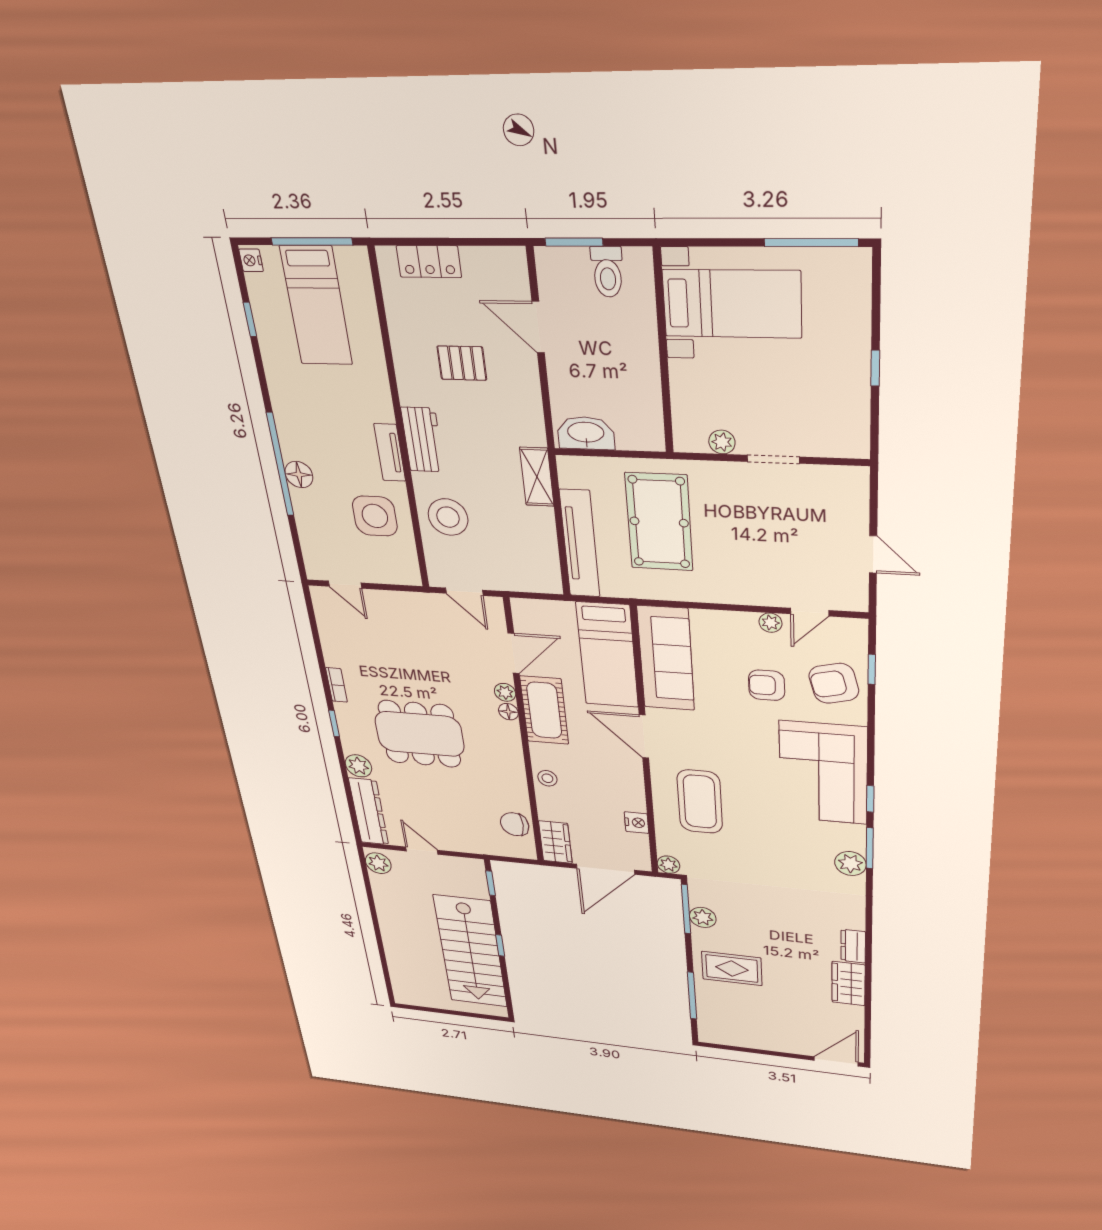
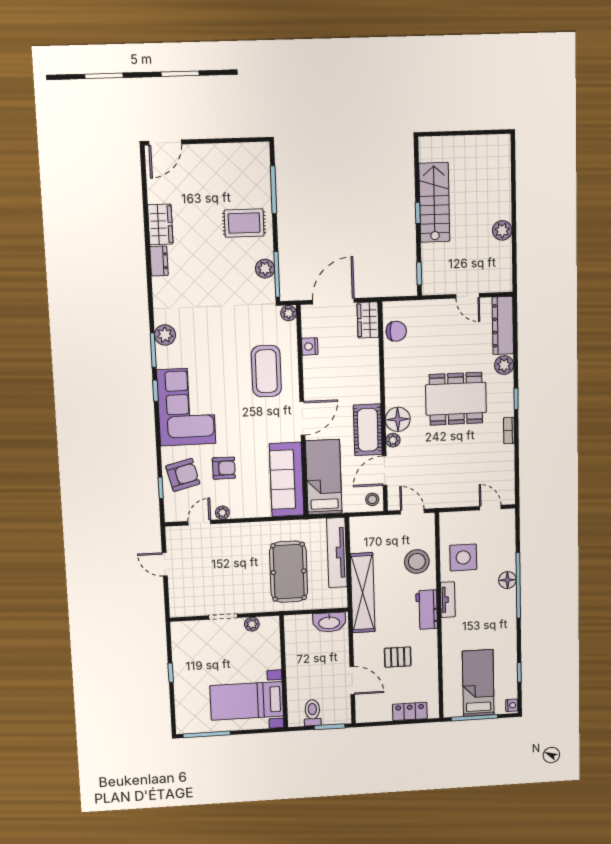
shelving: (537, 477) -> (363, 593), width x2.20, depth x1.33
floor lamp: (508, 712) -> (398, 419), width x1.89, depth x1.89
door: (644, 737) -> (302, 418), hinge flipped
stool: (547, 778) -> (372, 499), moved
plant: (378, 863) -> (502, 230), moved
stairs: (471, 952) -> (434, 202), width x0.73, depth x0.66

